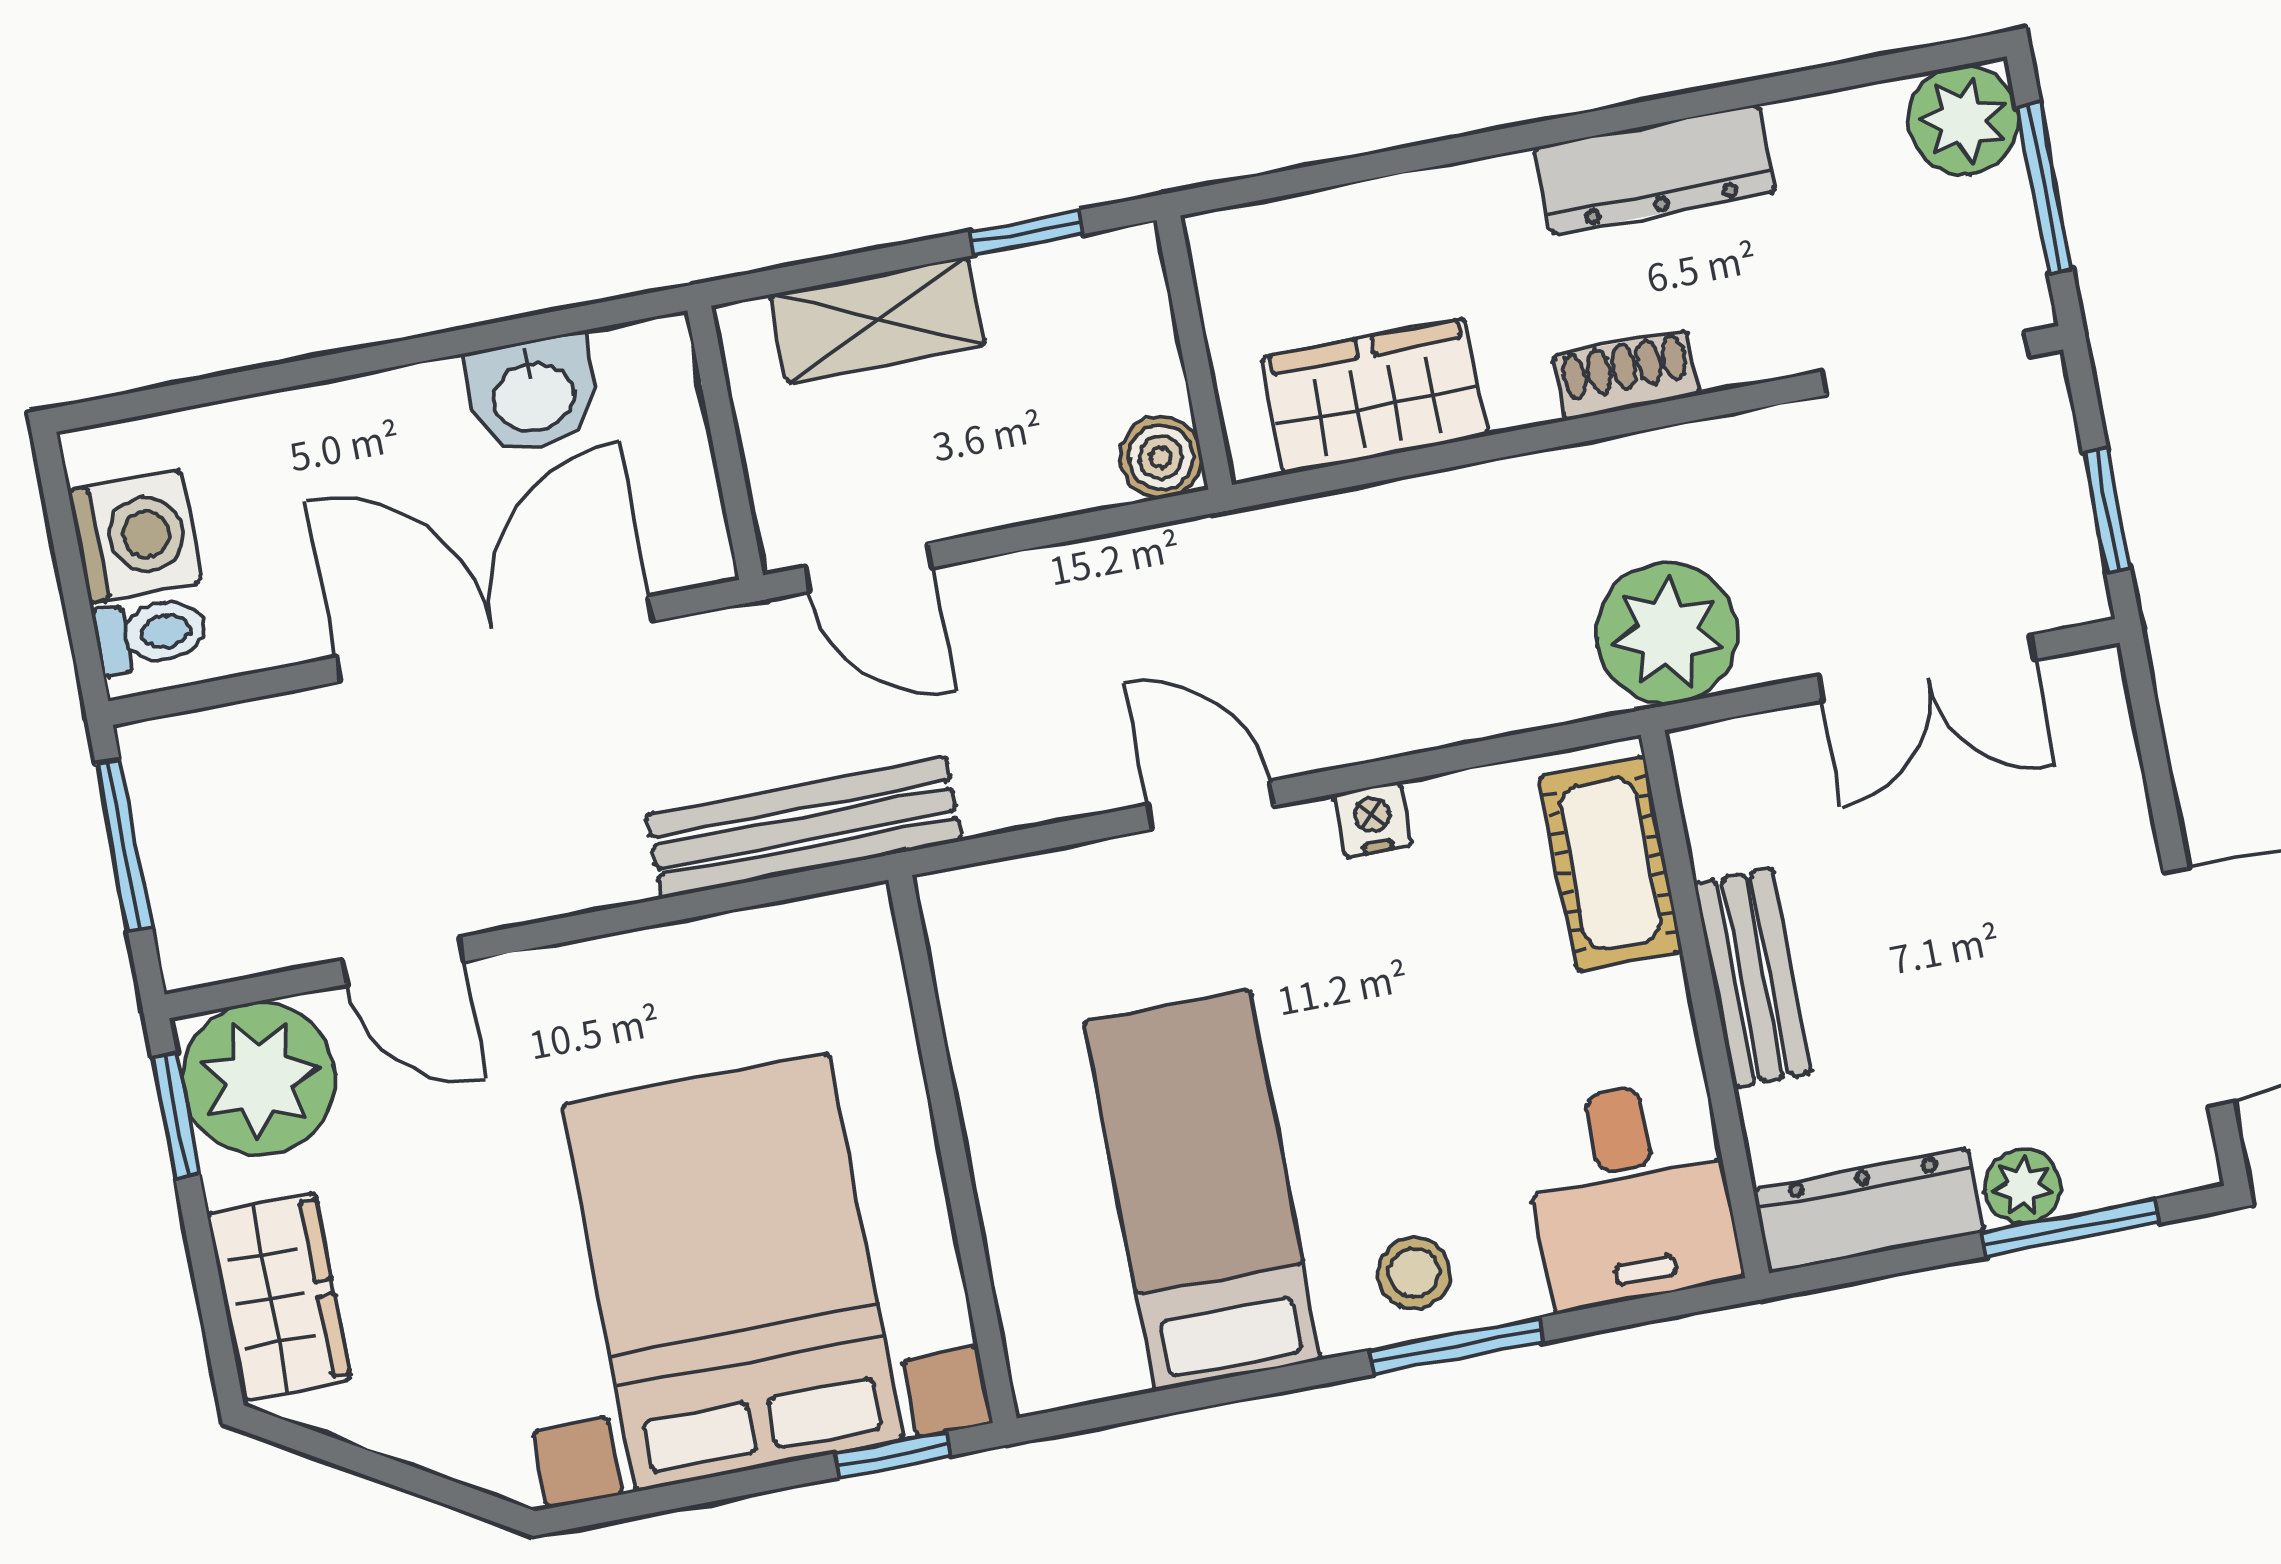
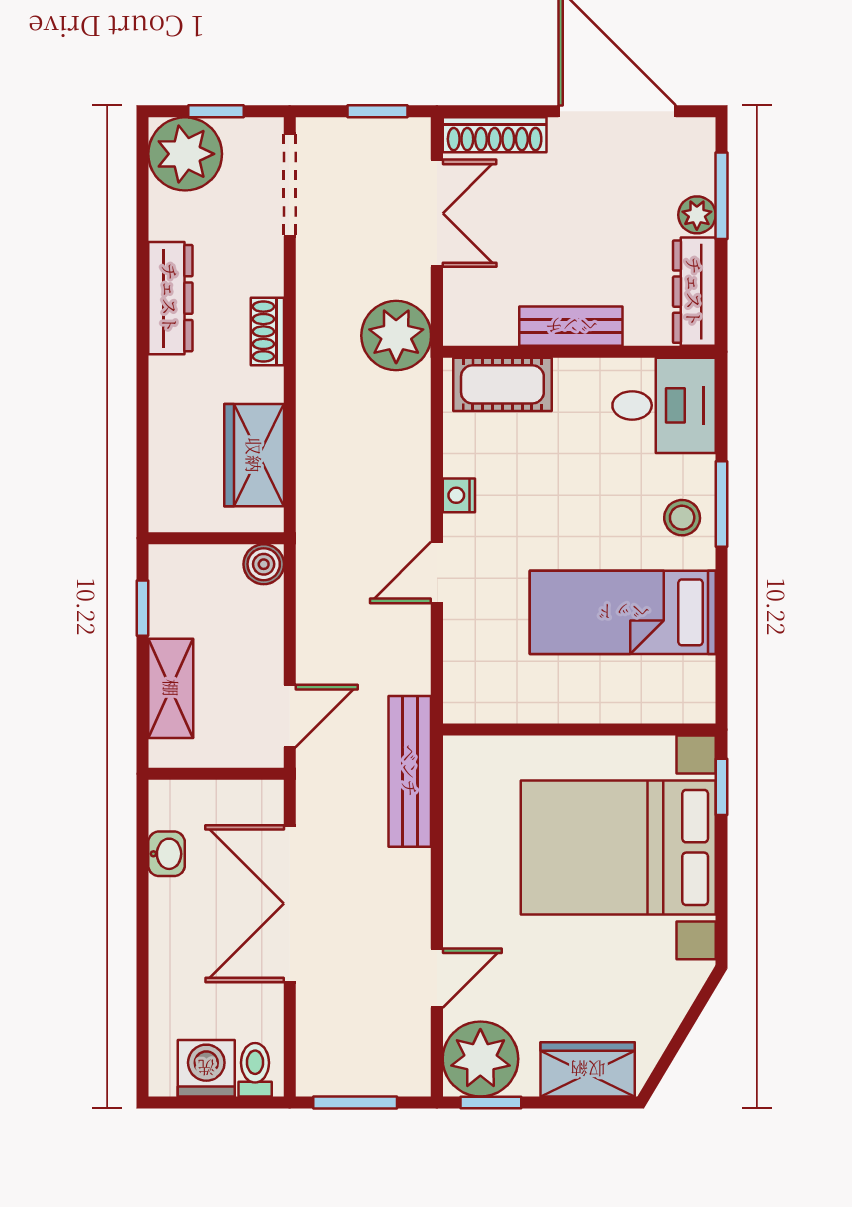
plant: (1963, 120) -> (185, 154), width x1.36, depth x1.36
window: (2044, 189) -> (216, 111), width x0.67
washbasin: (533, 394) -> (166, 854), width x0.72, depth x0.69
shoe rack: (2104, 753) -> (495, 135), added

